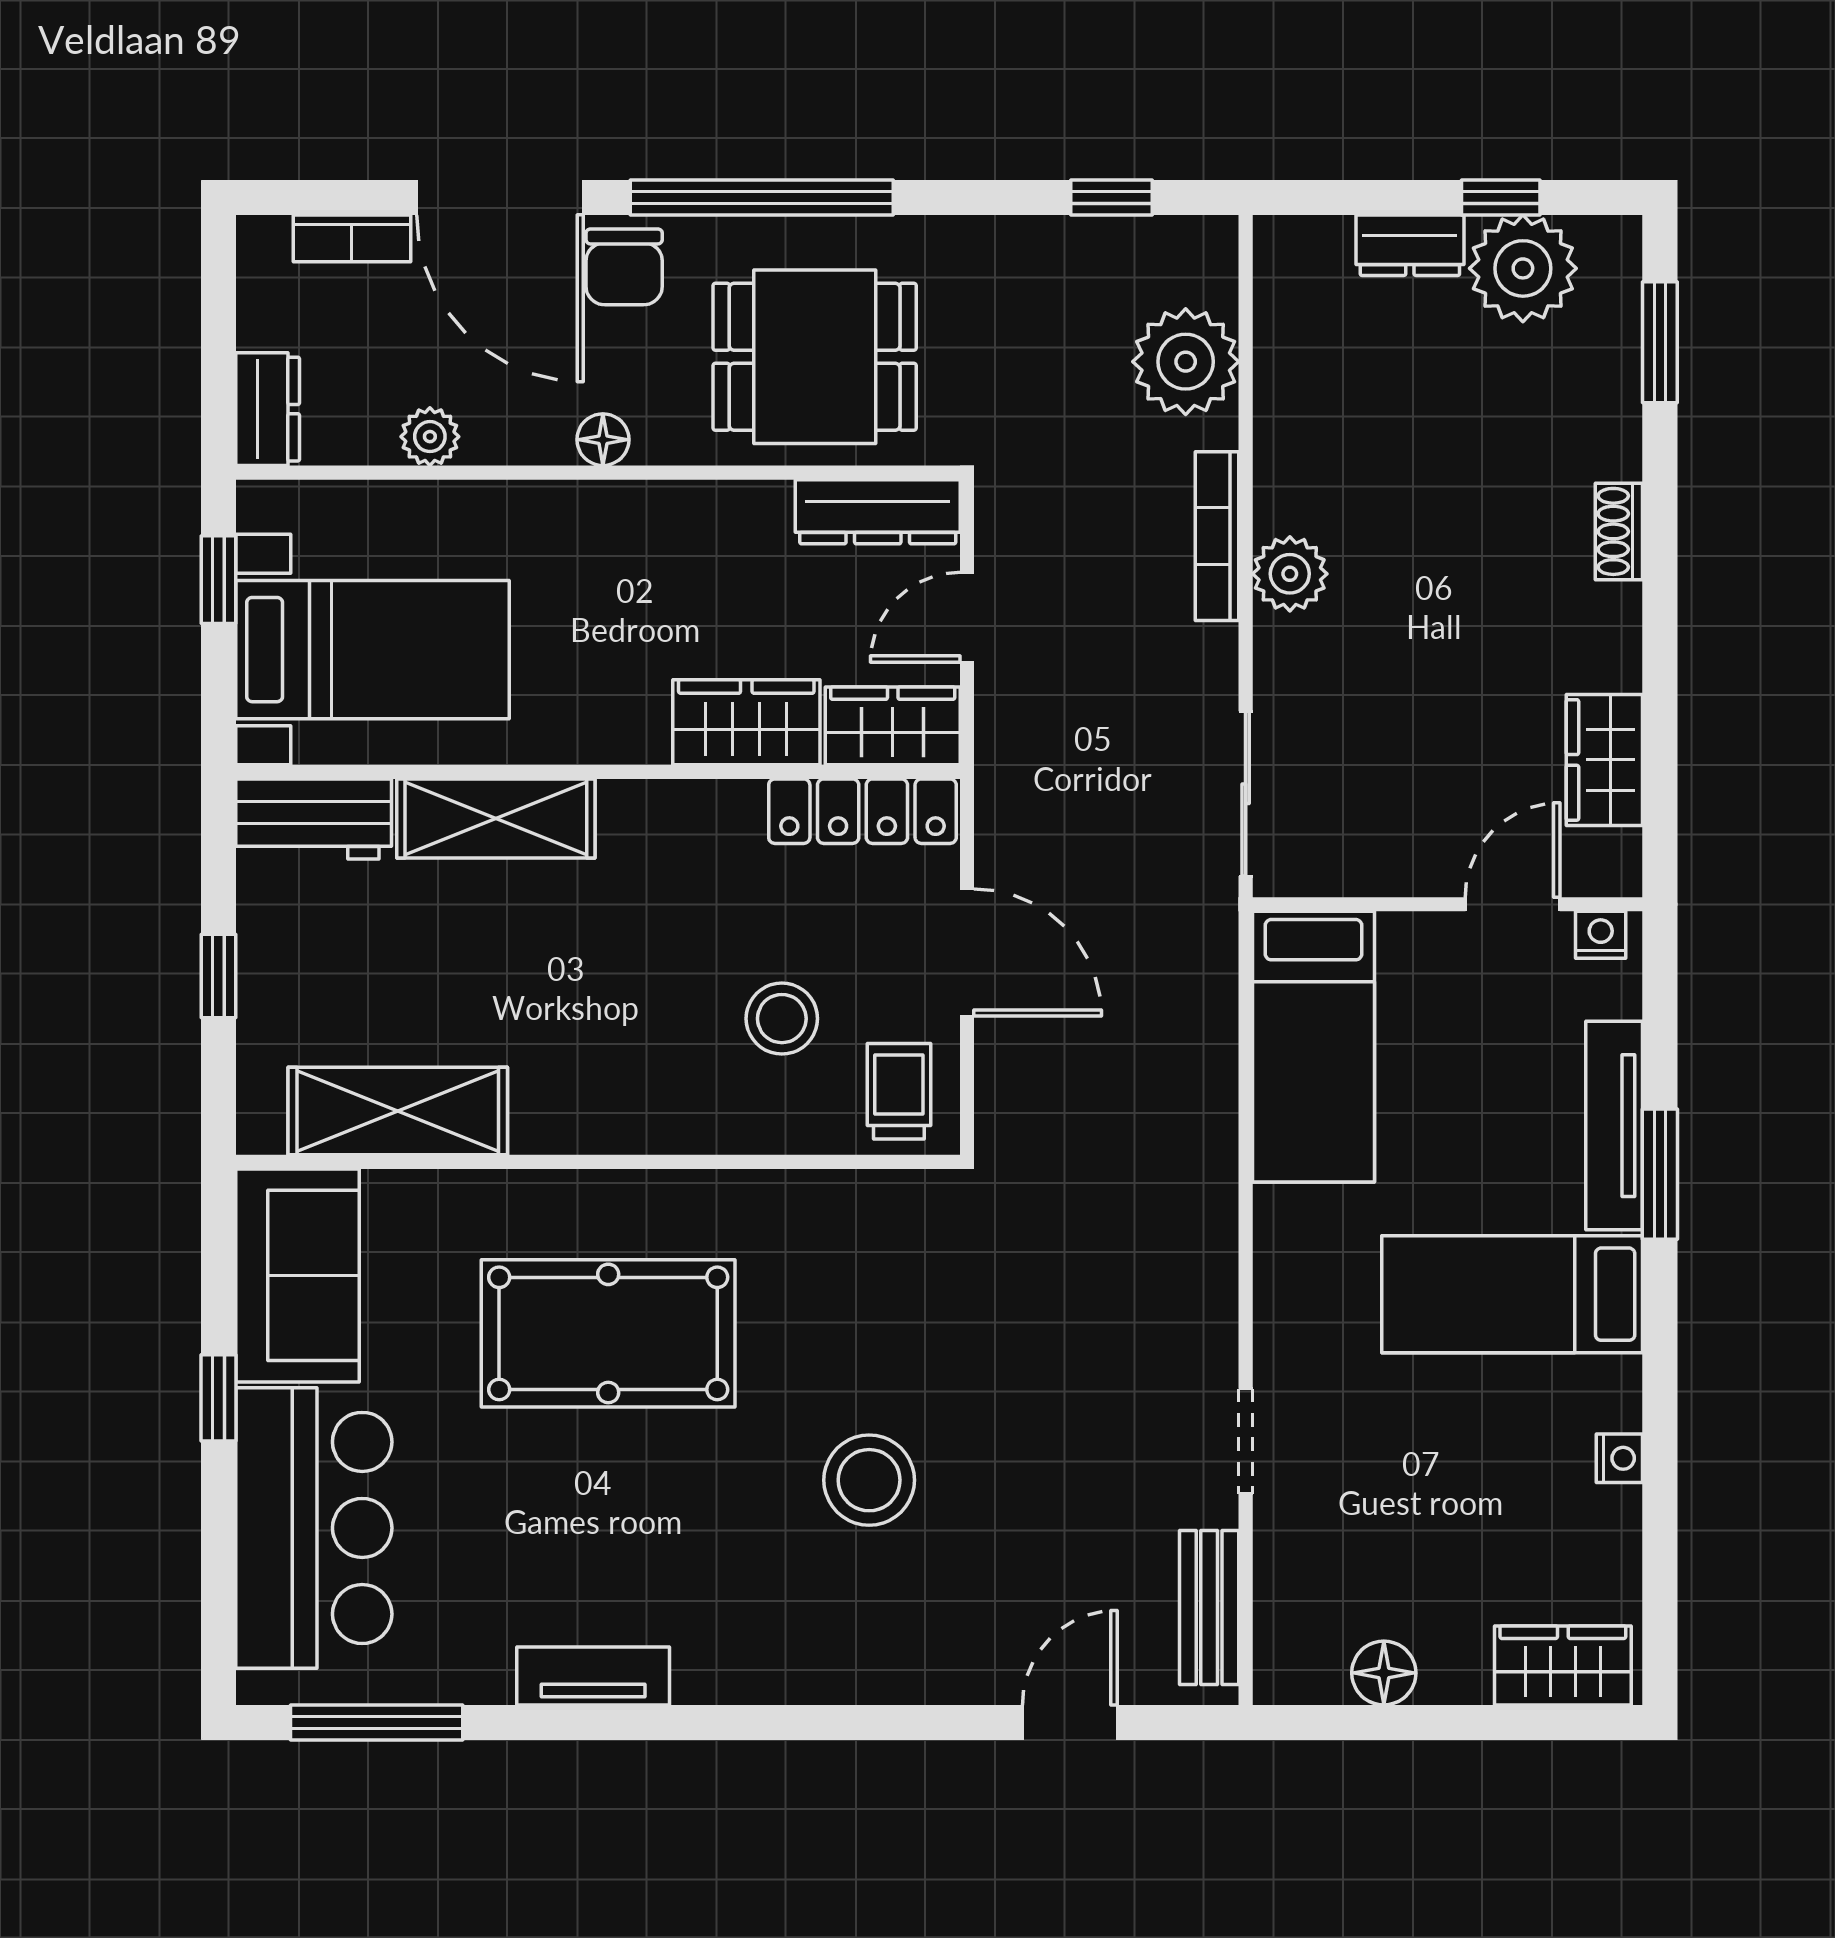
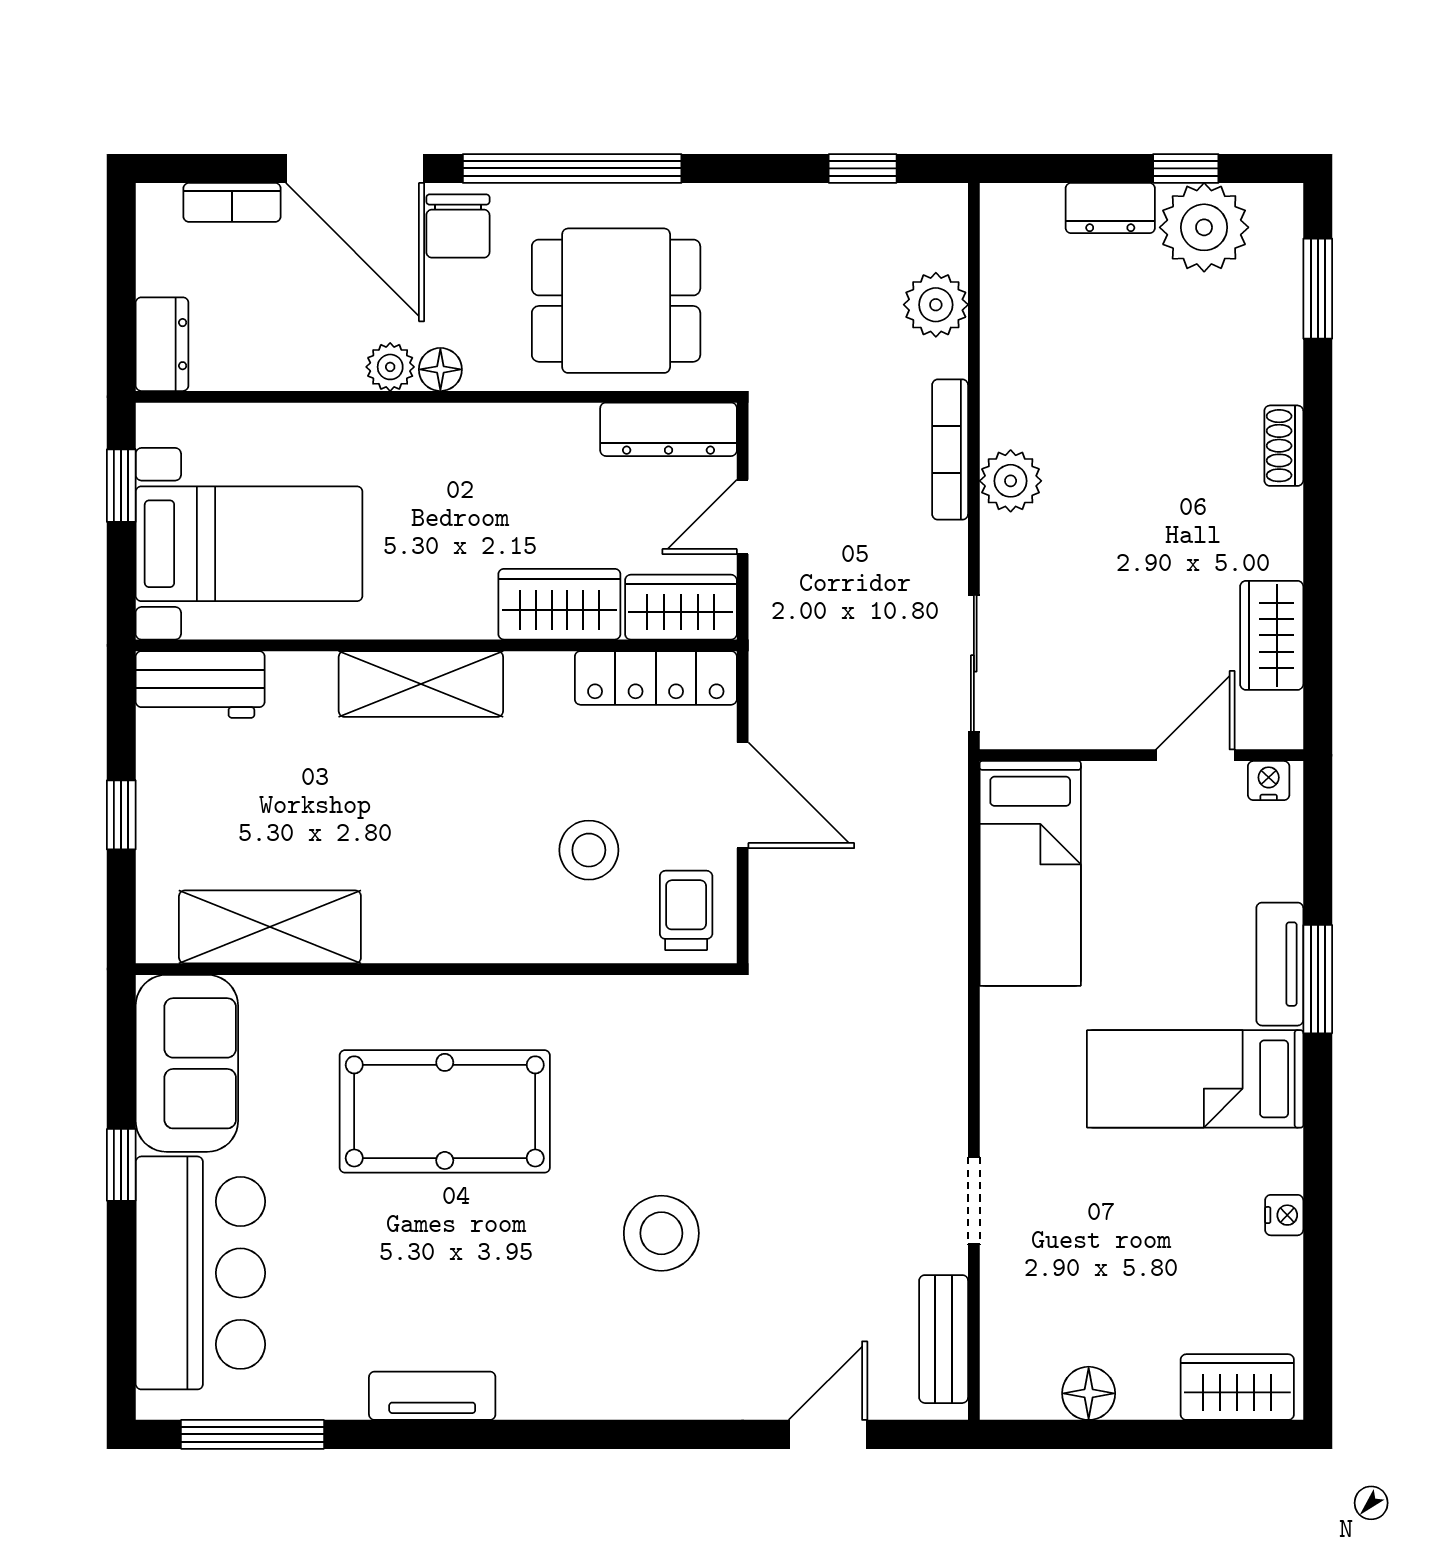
plant: (1186, 362) -> (936, 305), width x0.73, depth x0.73
plant: (430, 437) -> (390, 367), moved
shelving: (496, 819) -> (421, 684), moved
tv unit: (1614, 1126) -> (1280, 964), width x0.71

